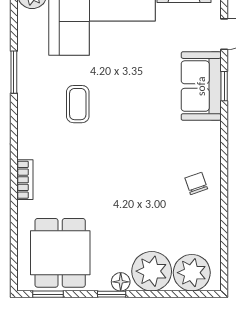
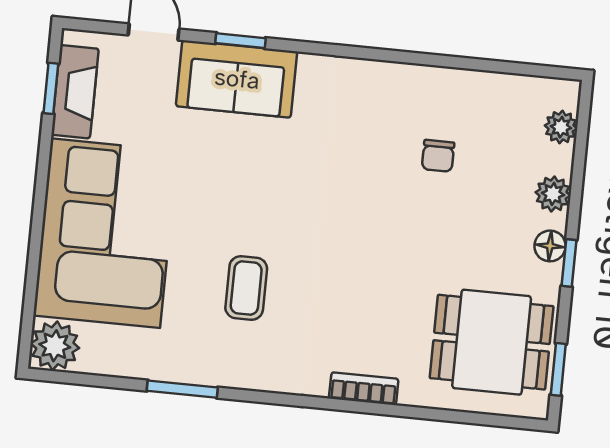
coffee table: (78, 104) -> (246, 288), turned 90
chair: (196, 183) -> (438, 156), moved, turned -71
plant: (152, 271) -> (553, 194), width x0.53, depth x0.53
plant: (192, 273) -> (561, 127), width x0.53, depth x0.53

